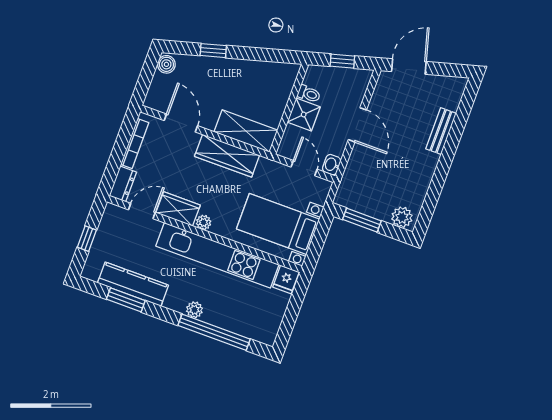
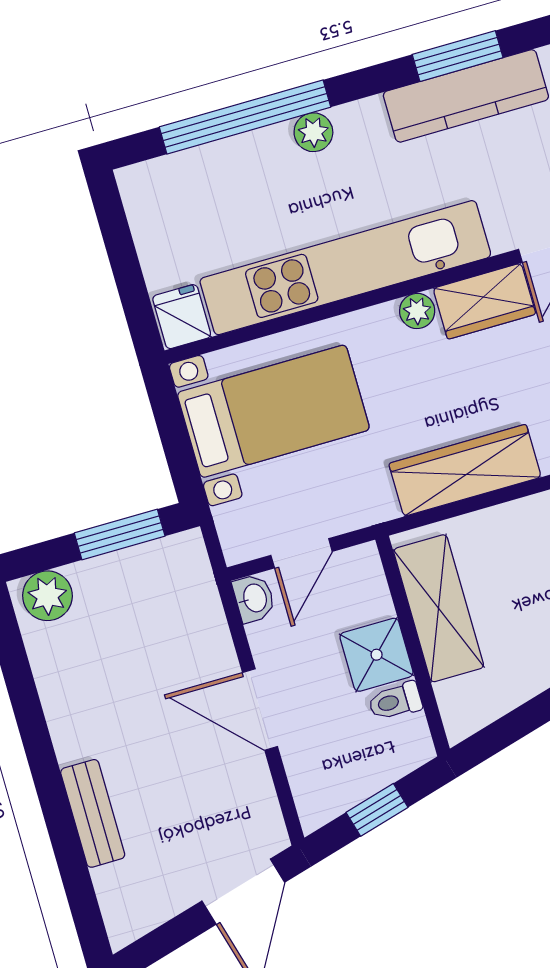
shelving: (246, 131) -> (439, 608), moved, turned 90
door: (304, 168) -> (302, 553), hinge flipped

